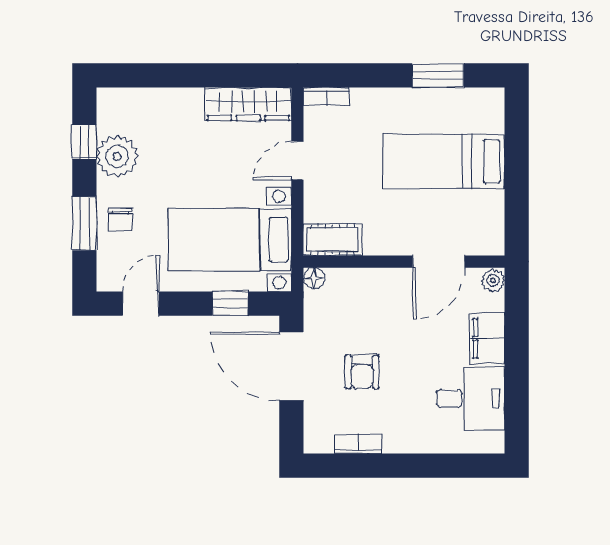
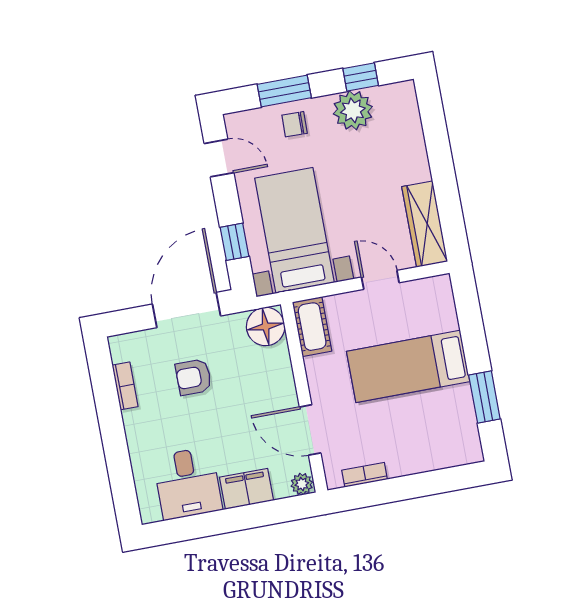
bookcase: (326, 97) -> (365, 475), moved, turned 90
bed: (444, 161) -> (408, 366), moved, turned -90
floor lamp: (314, 278) -> (266, 327), width x1.89, depth x1.89

